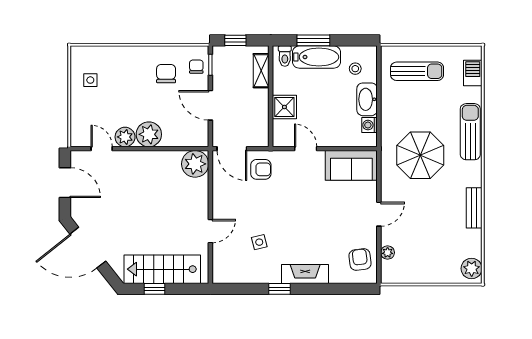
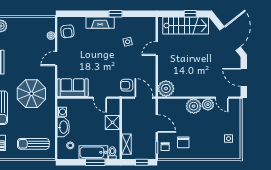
door: (88, 248) -> (230, 38), hinge flipped

